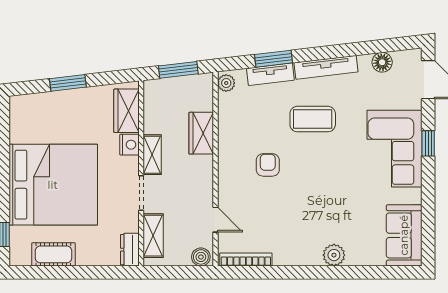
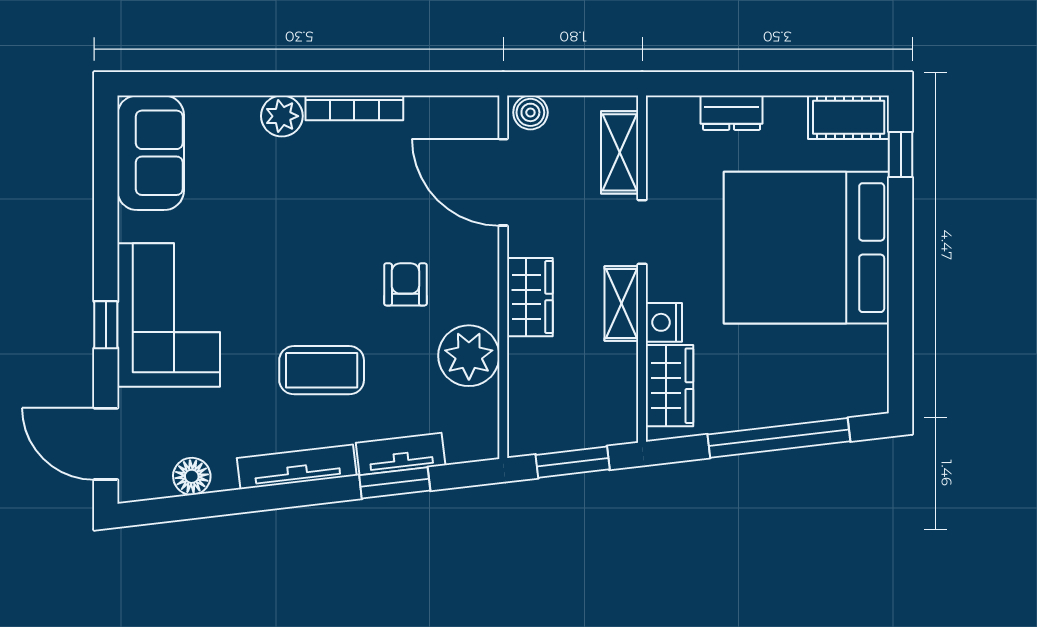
window: (68, 83) -> (779, 438), width x2.11
plant: (226, 83) -> (469, 356), moved, width x1.87, depth x1.87
wardrobe: (201, 133) -> (530, 297), moved
armchair: (268, 165) -> (405, 284), turned 180
door: (215, 220) -> (503, 182), width x1.87
dresser: (130, 250) -> (732, 113), moved, turned 90
cot: (53, 254) -> (849, 117), moved
bookcase: (246, 259) -> (354, 108), moved

